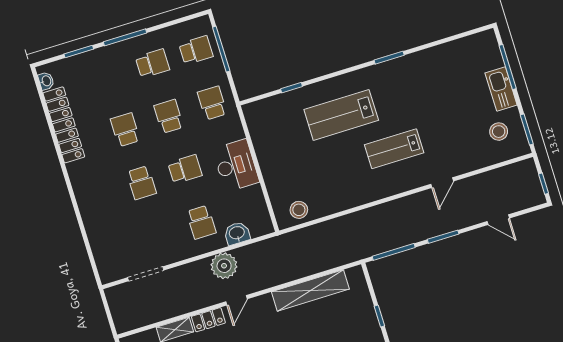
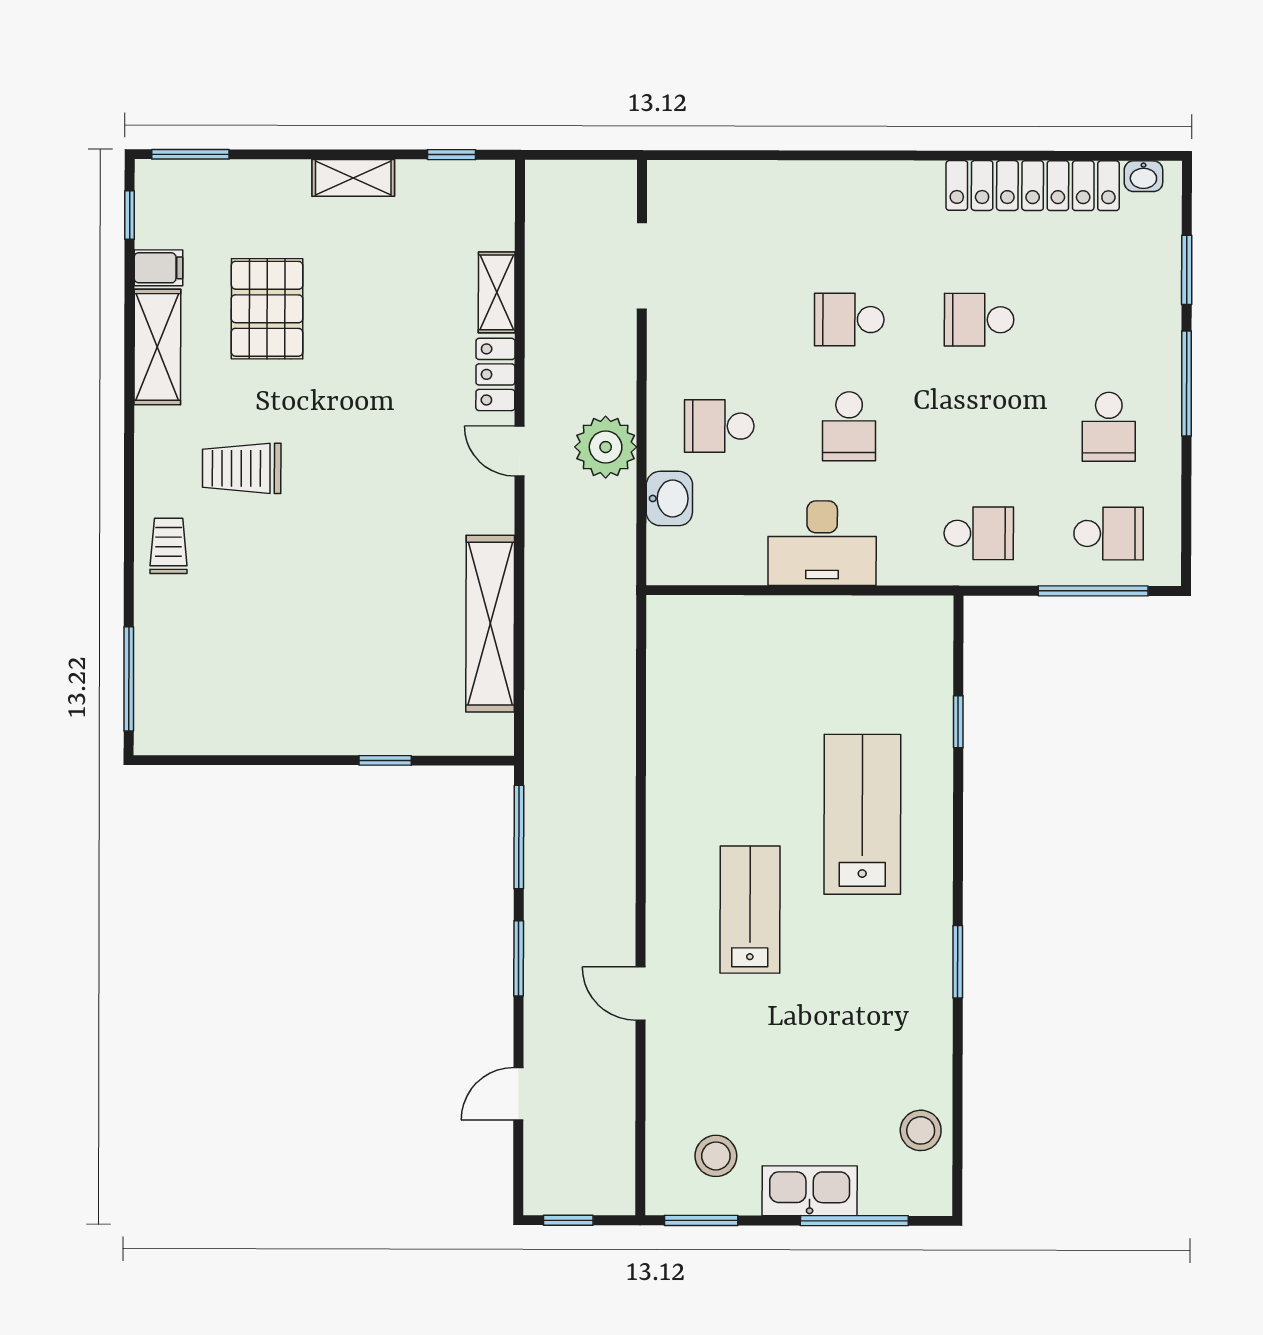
school desk: (196, 50) -> (1109, 534), turned -90
school desk: (169, 116) -> (979, 427), removed
school desk: (125, 130) -> (979, 320), turned 180
stool: (299, 210) -> (921, 1130), moved

